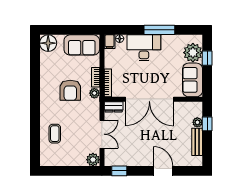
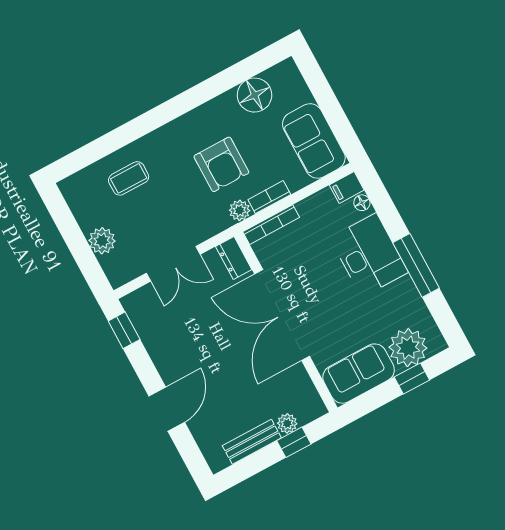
floor lamp: (48, 43) -> (255, 95), moved
armchair: (70, 90) -> (221, 164), turned -90
plant: (93, 160) -> (102, 241), moved

